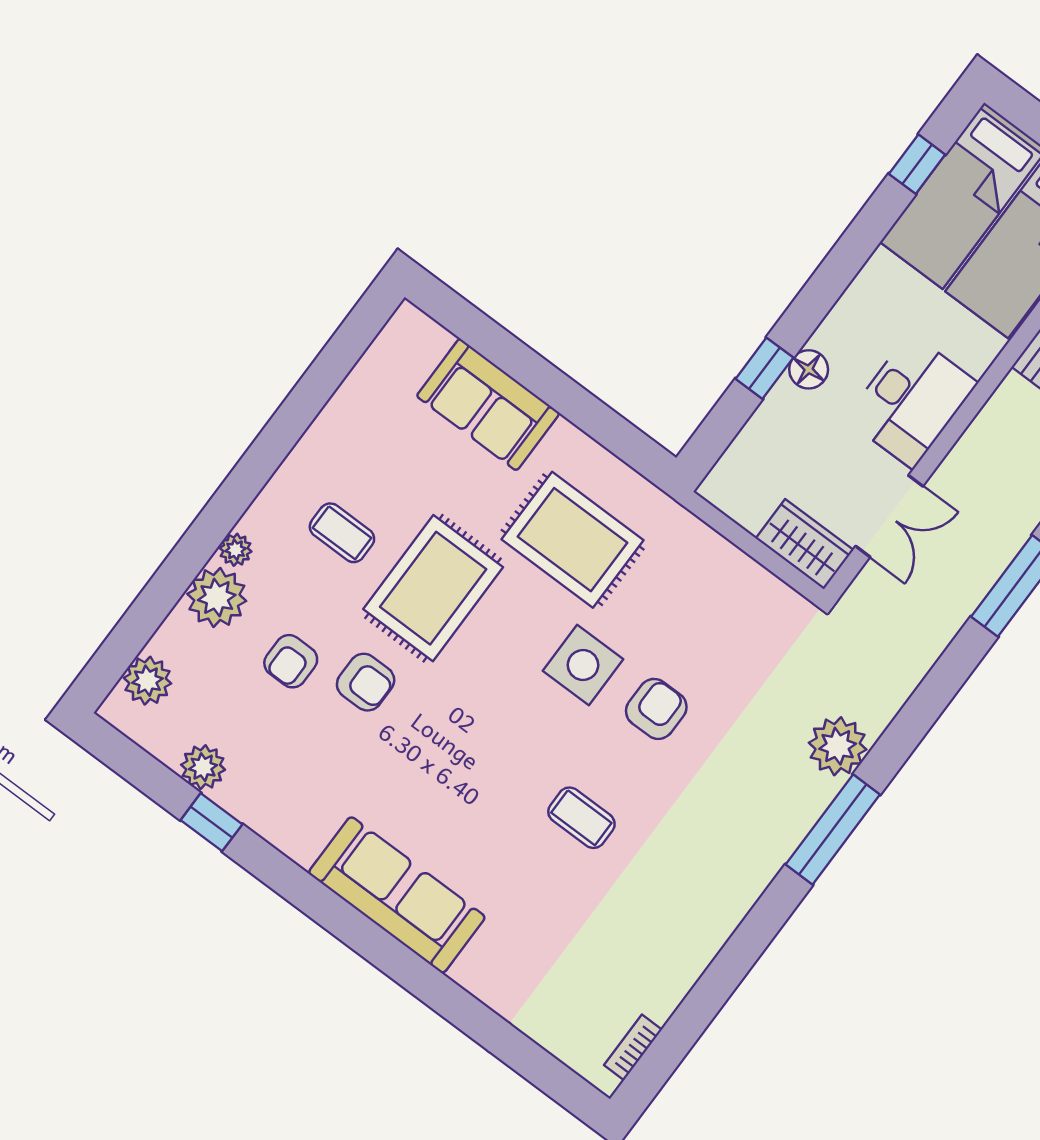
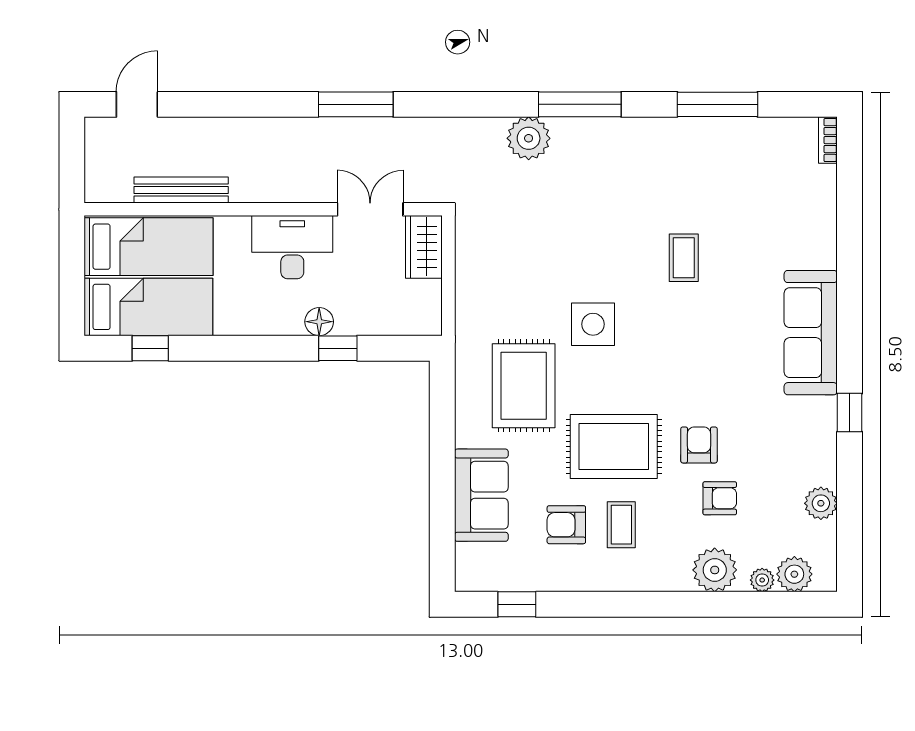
window: (340, 354) -> (517, 604), added
plant: (236, 550) -> (762, 580), moved
armchair: (656, 709) -> (566, 525), moved
window: (211, 822) -> (850, 413), moved
window: (721, 979) -> (717, 104), added
bookcase: (633, 1047) -> (828, 140), moved, turned 90

